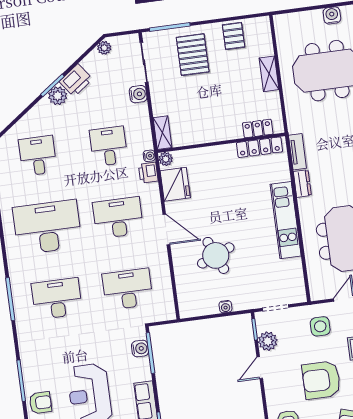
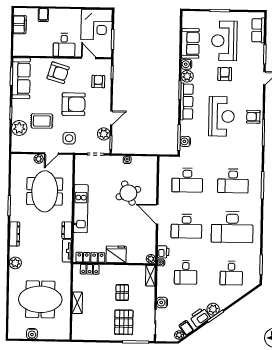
pallet: (234, 36) -> (122, 292), moved
filing cabinet: (95, 61) -> (186, 328), added
fridge: (175, 184) -> (116, 254), moved, turned 90

